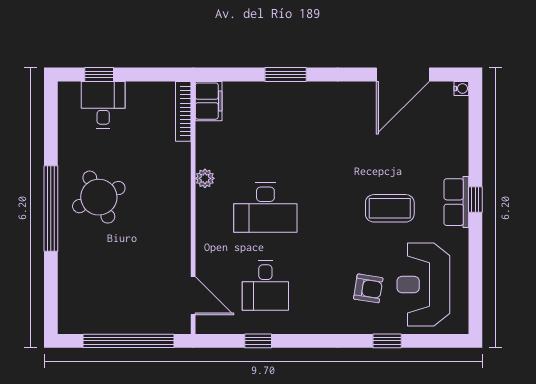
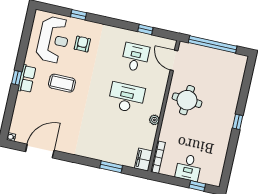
window: (286, 74) -> (111, 167), moved
desk: (103, 105) -> (188, 168), moved
round table: (99, 197) -> (187, 100), moved, turned 30
window: (51, 209) -> (238, 122), width x0.32
armchair: (368, 288) -> (82, 44), turned 81

